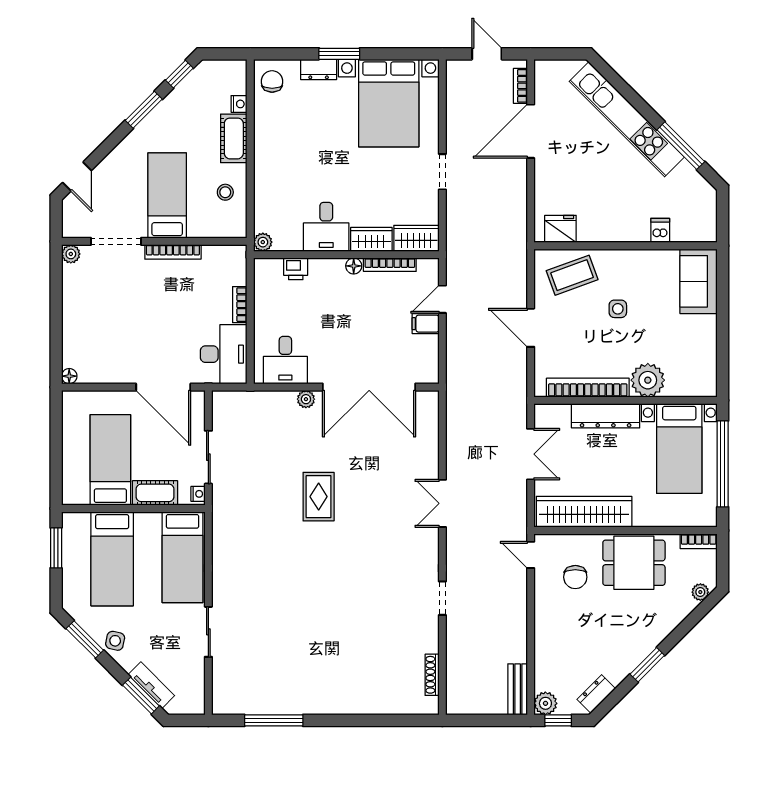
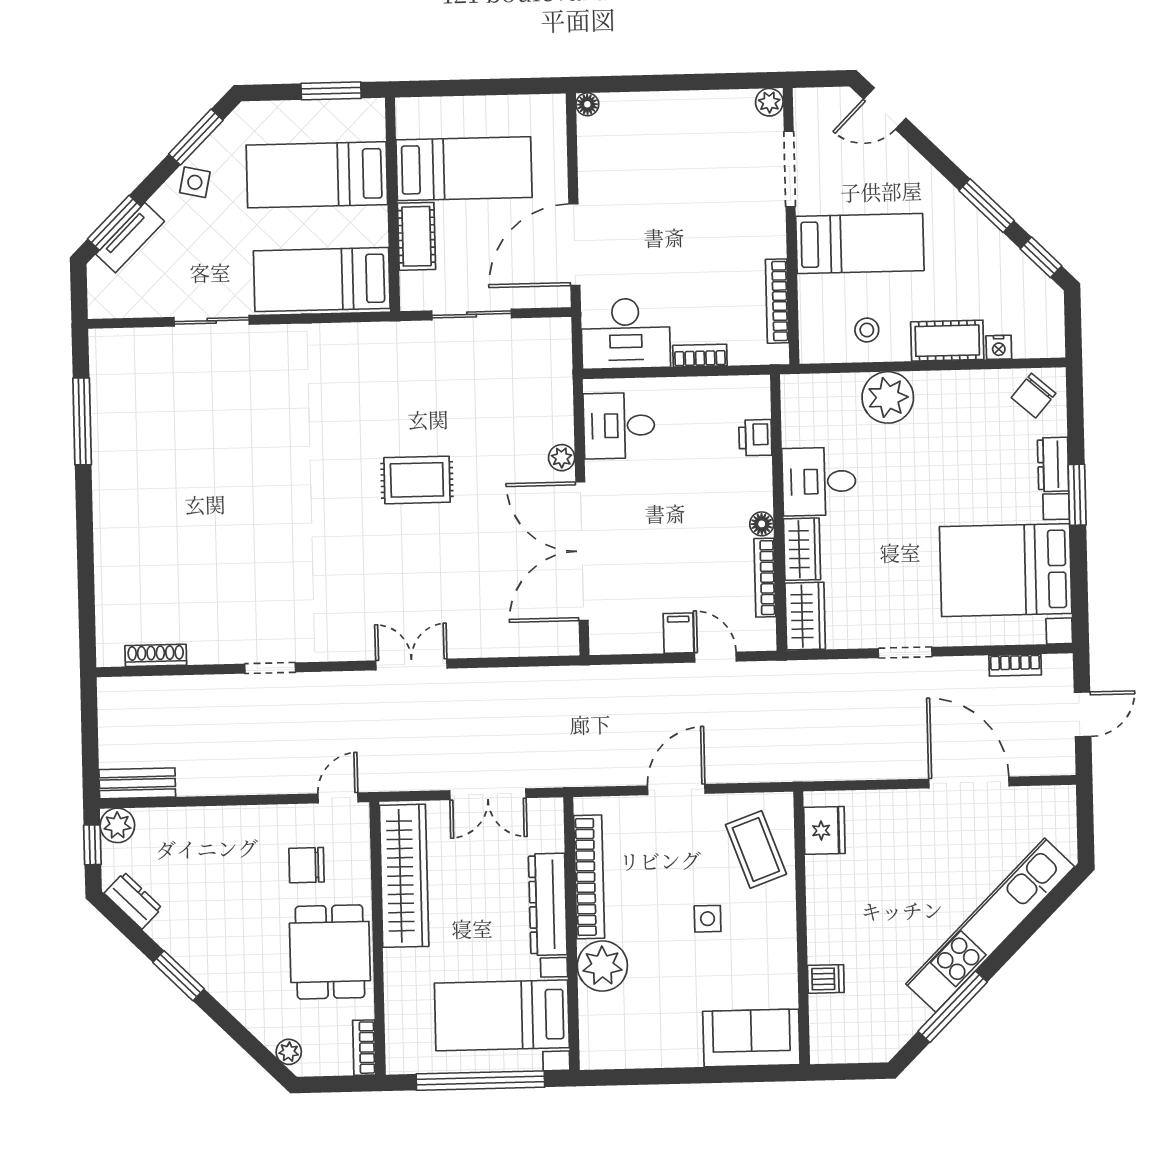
chair: (272, 81) -> (1033, 396), turned 131
bookcase: (520, 86) -> (1015, 665), moved, turned 180
plant: (263, 242) -> (888, 397), moved, width x1.87, depth x1.87
bookcase: (173, 252) -> (777, 301), moved
nightstand: (198, 494) -> (417, 300), removed

